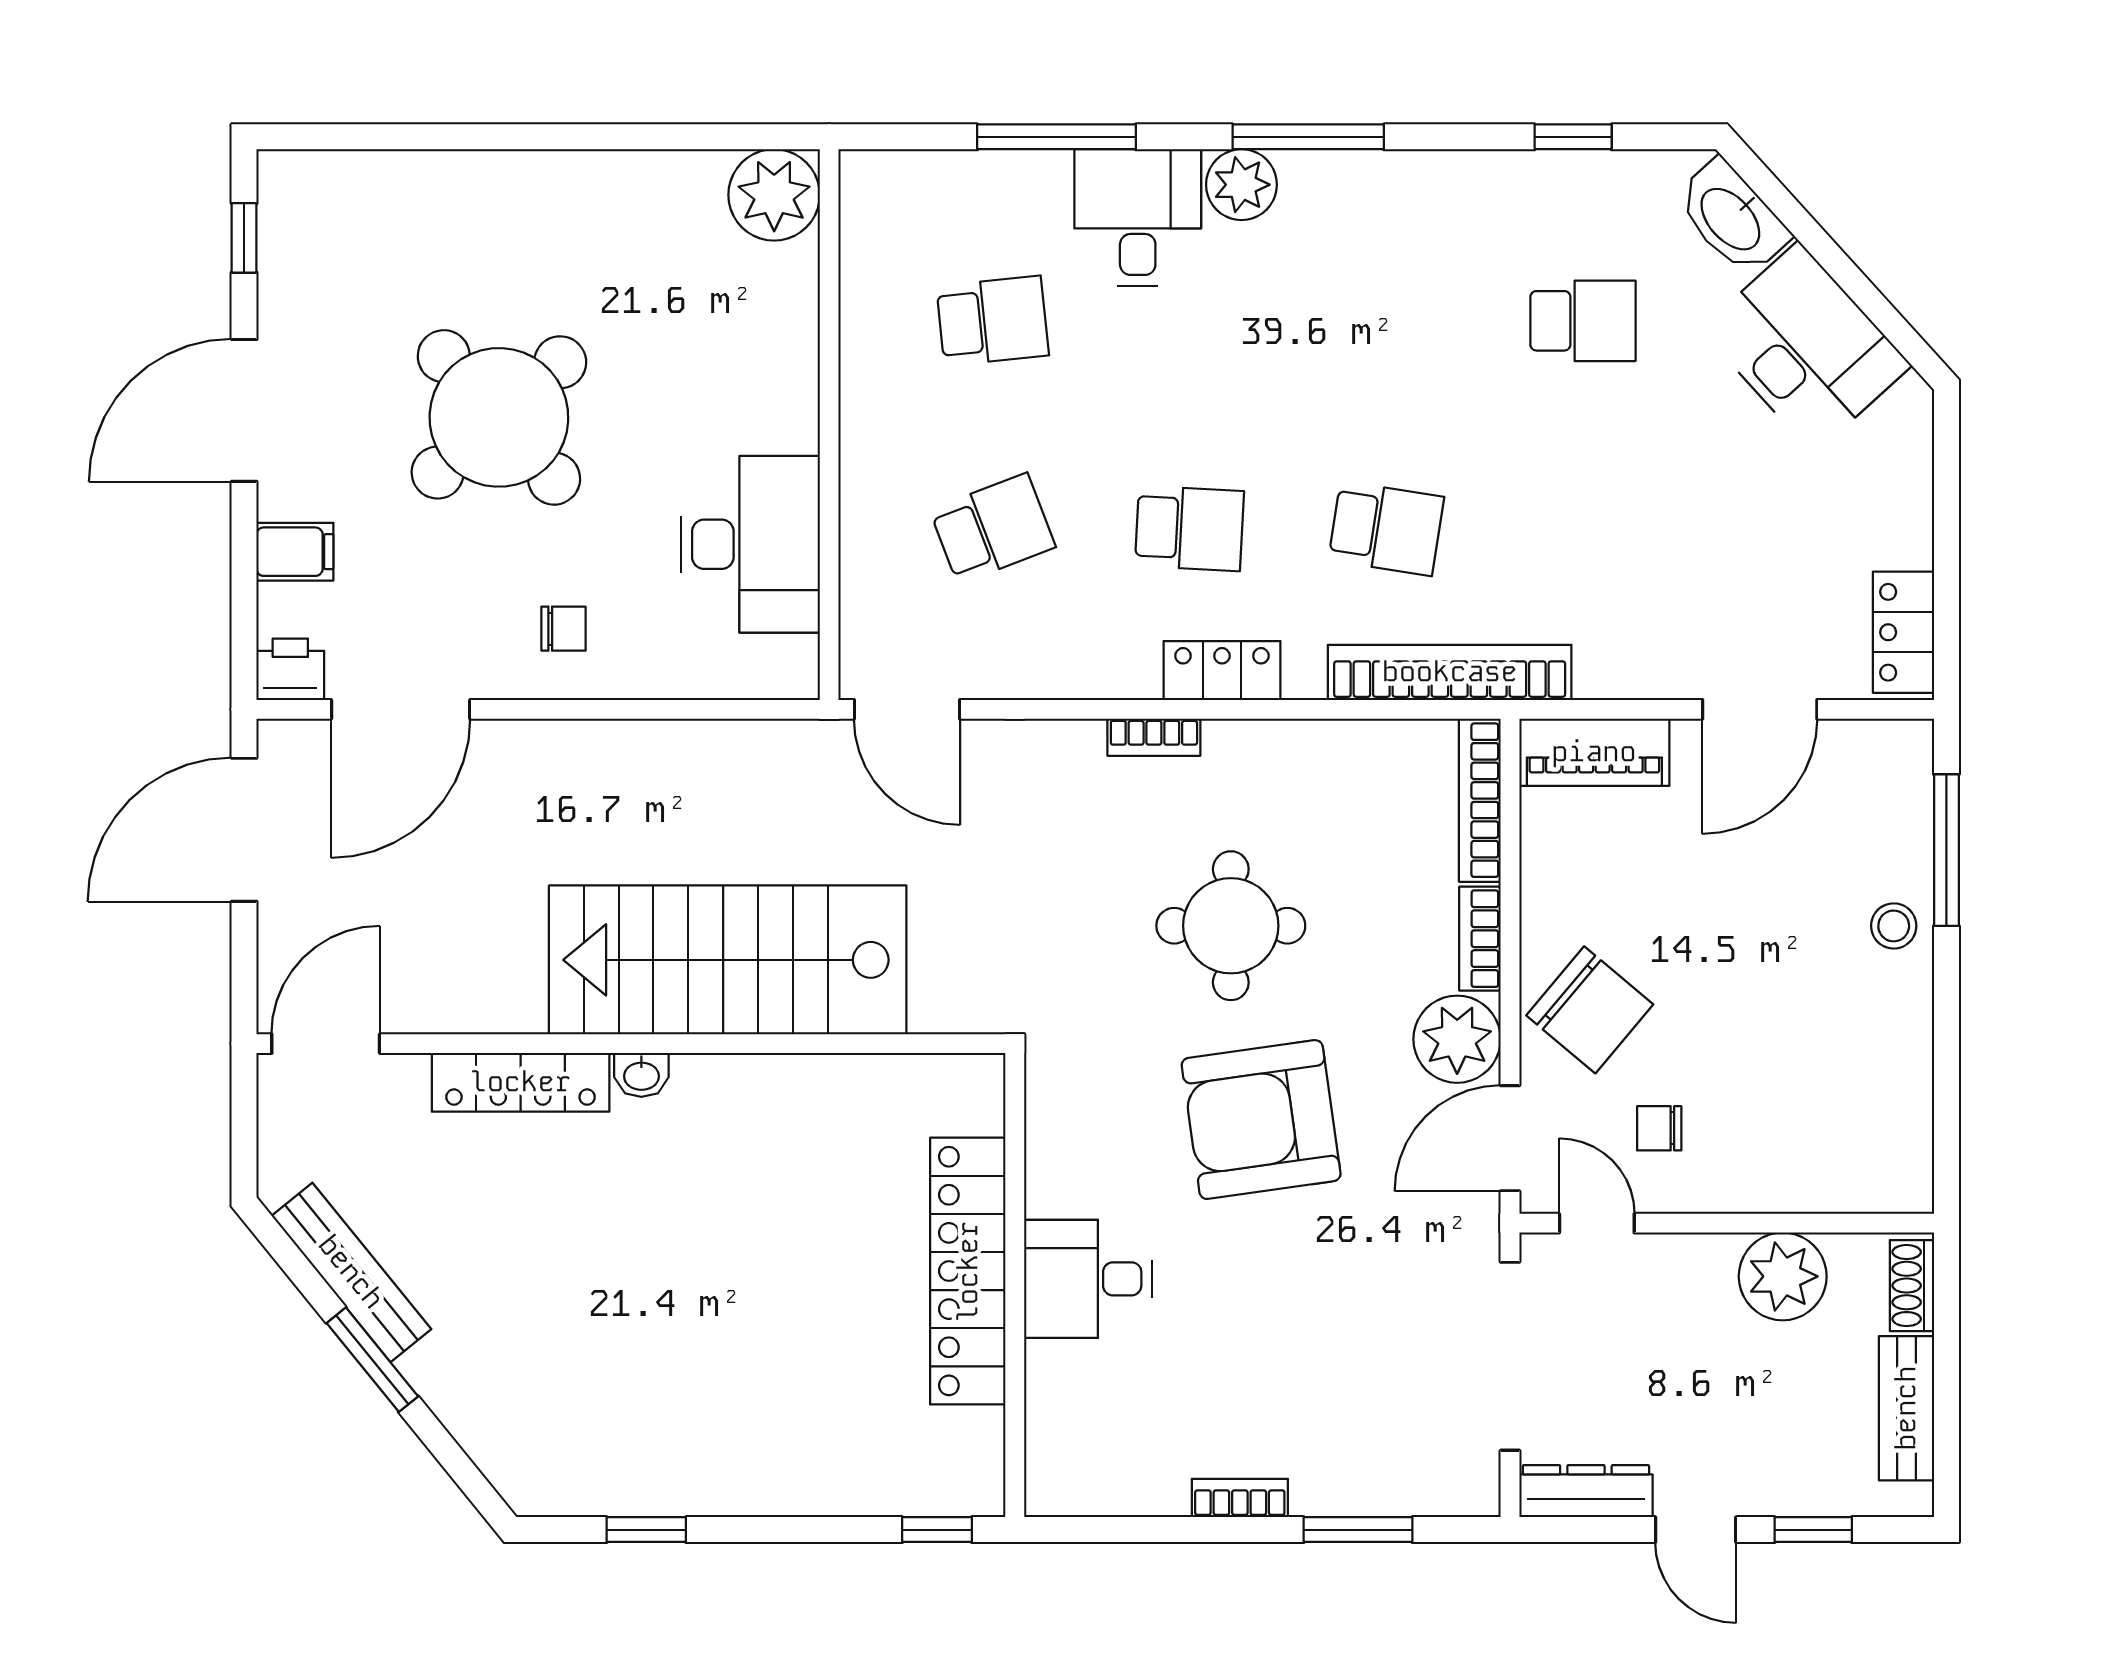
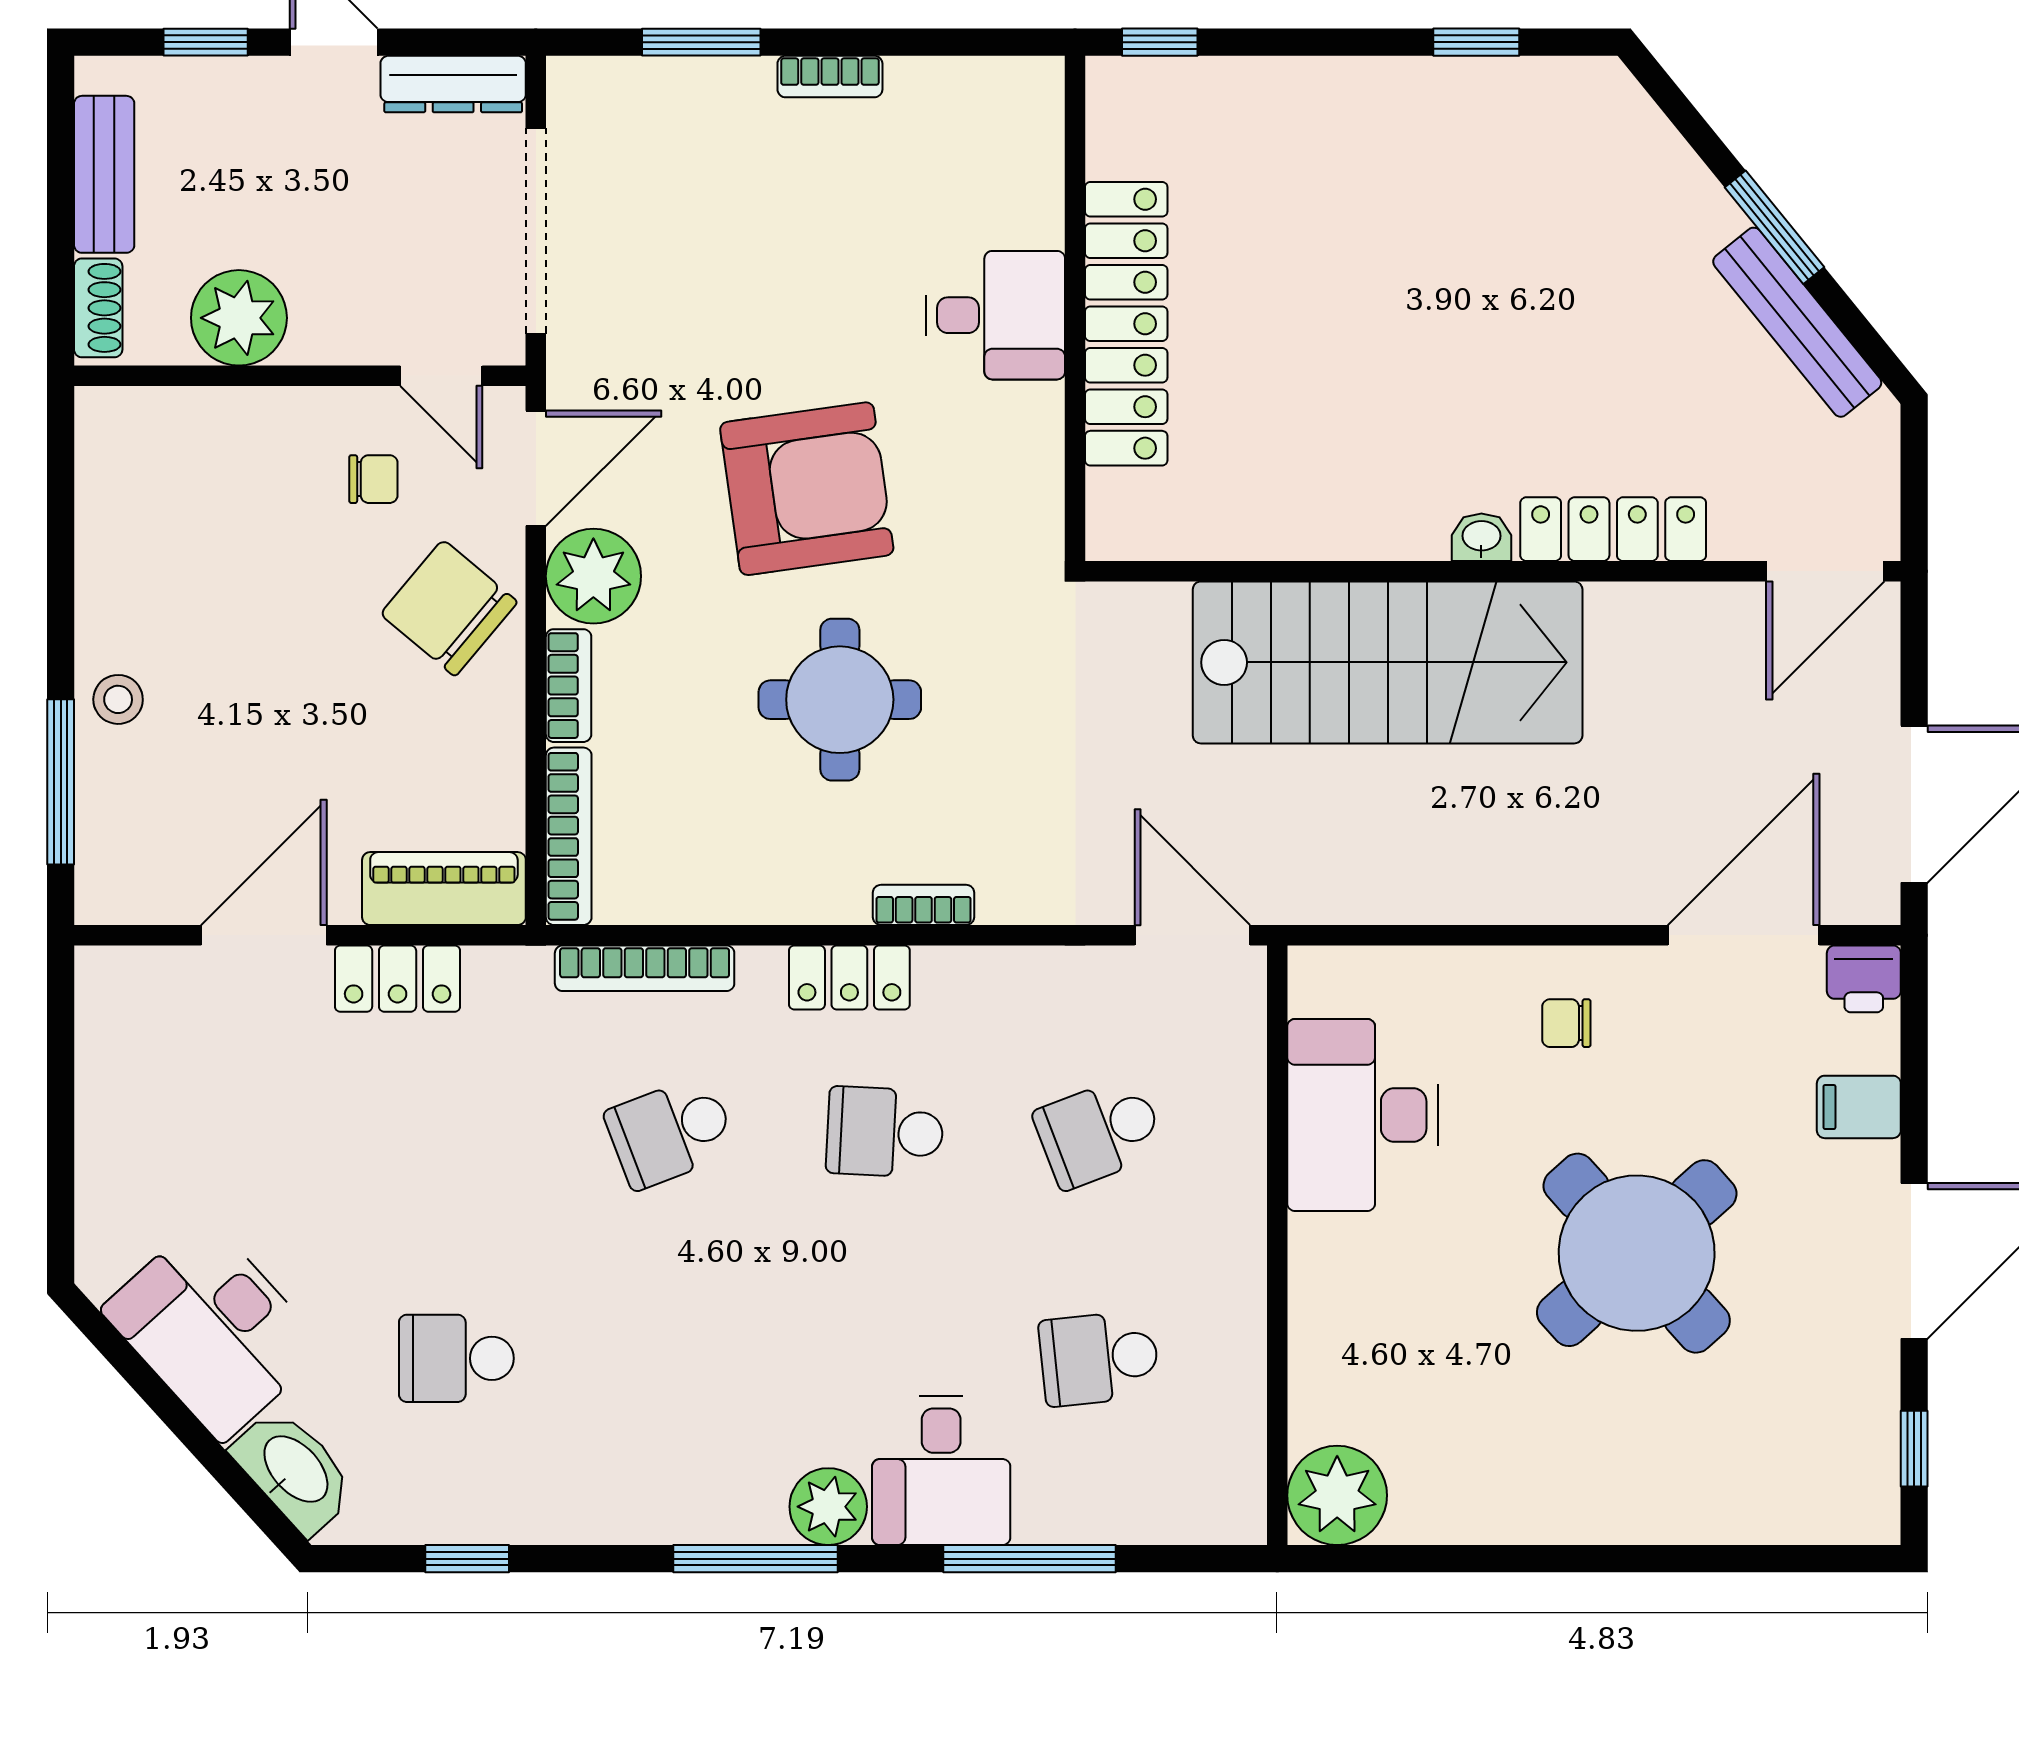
school desk: (1386, 528) -> (671, 1132), turned -30
locker: (1903, 632) -> (398, 979), moved, turned 90
bookcase: (1450, 672) -> (645, 968), width x0.68, depth x0.76

